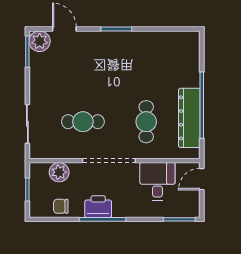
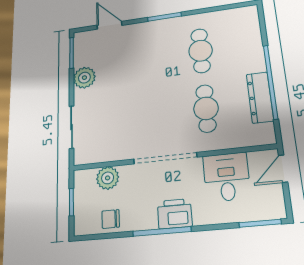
plant: (40, 41) -> (84, 78), moved
dresser: (189, 118) -> (260, 97), width x0.73, depth x0.80
cafe table: (83, 122) -> (201, 51), moved, turned 90
printer: (98, 207) -> (175, 214), moved

